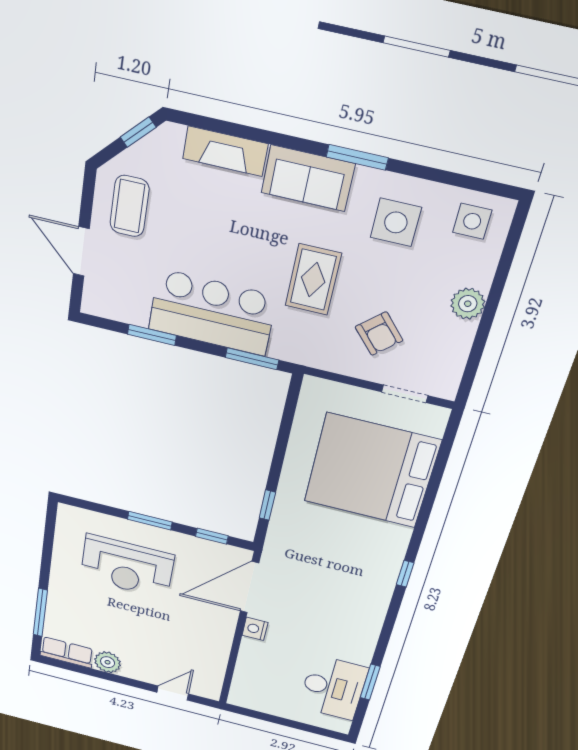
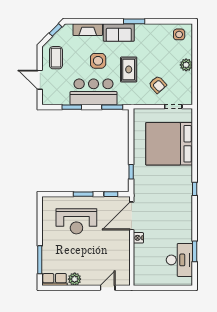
side table: (396, 222) -> (98, 61), moved

